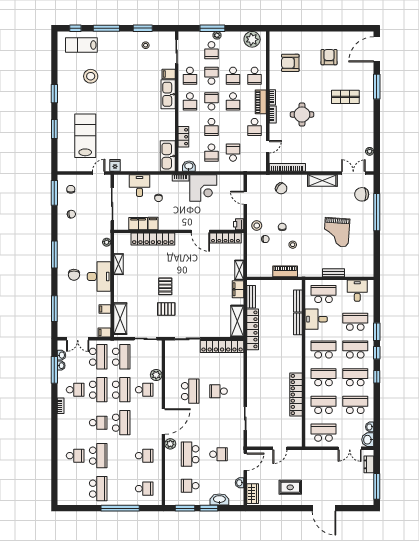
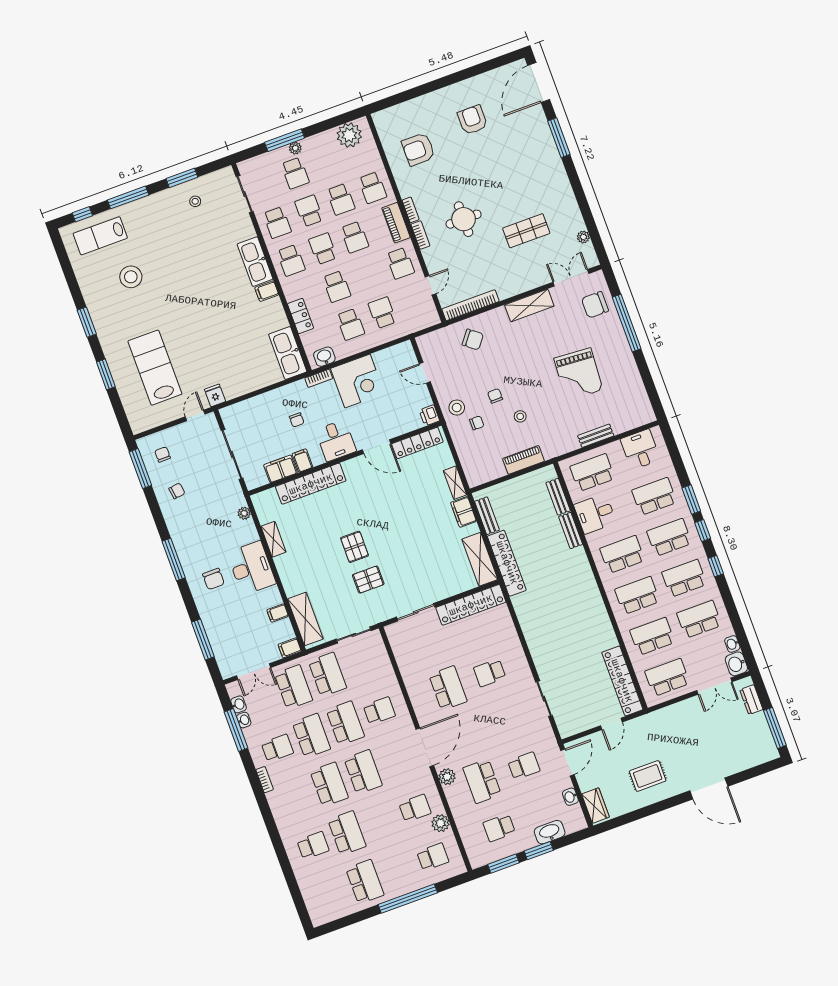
filing cabinet: (169, 74) -> (267, 291), moved
shop shelf: (345, 97) -> (526, 231), moved
desk: (139, 186) -> (336, 441), moved, turned 180
plant: (156, 375) -> (440, 823), moved
locker: (296, 395) -> (622, 681), moved
school desk: (98, 423) -> (329, 784), width x1.85

